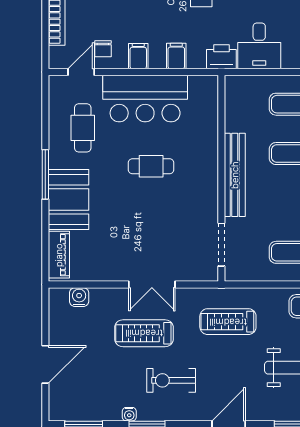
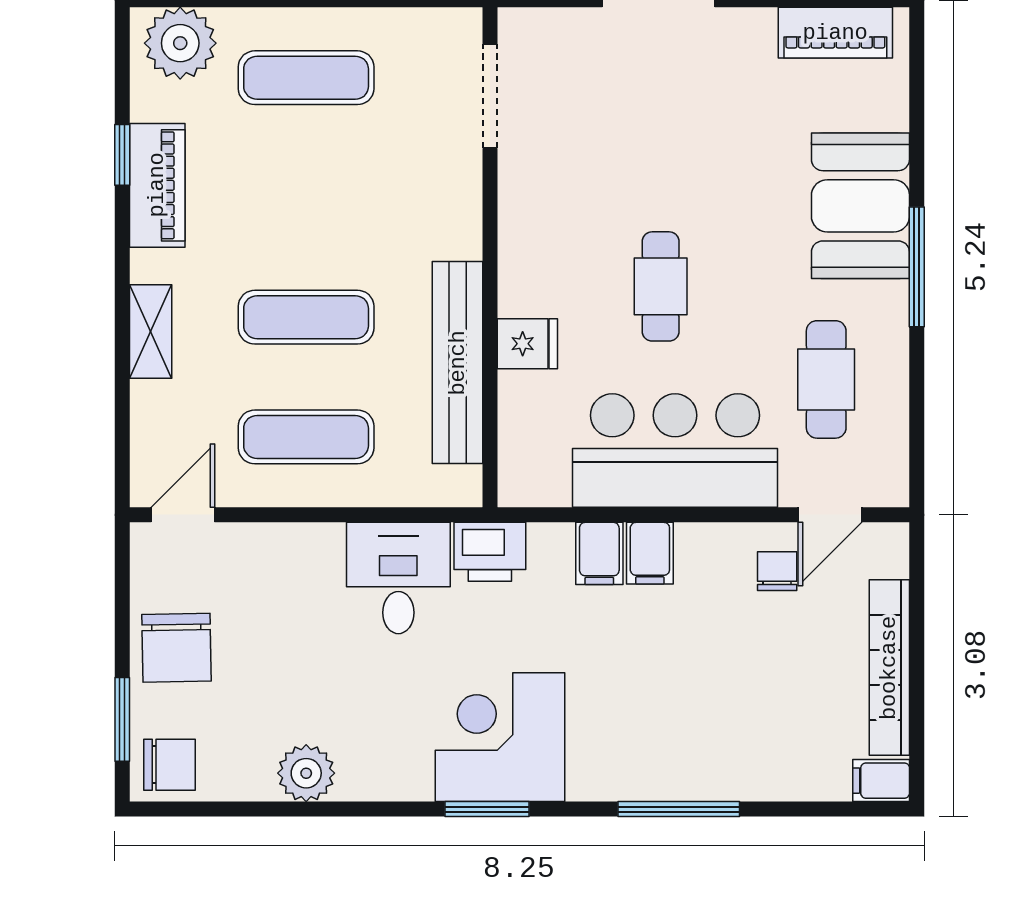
filing cabinet: (138, 56) -> (650, 553), moved
fridge: (206, 143) -> (527, 344), added
cafe table: (151, 166) -> (661, 286), turned 90
bench: (235, 175) -> (458, 363), moved
piano: (59, 255) -> (835, 33), moved, turned -90

